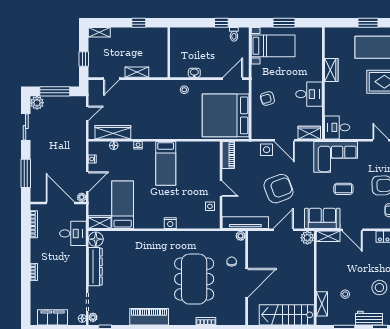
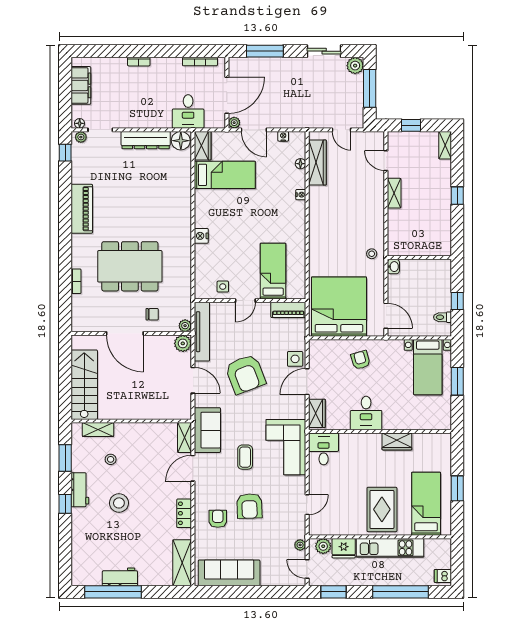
wall: (169, 52) -> (419, 258), moved
bed: (166, 163) -> (273, 271), moved, turned 90
plant: (307, 238) -> (183, 343), moved

